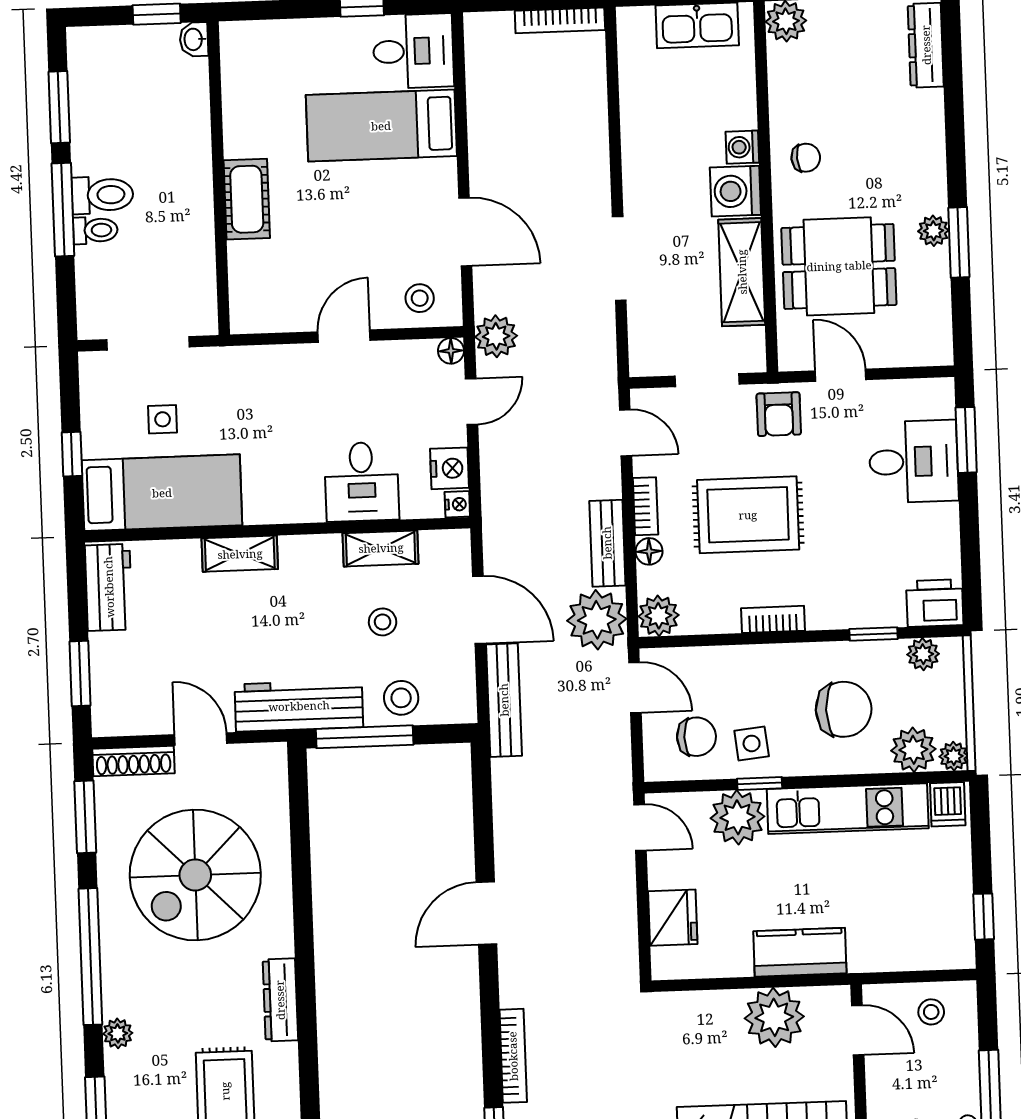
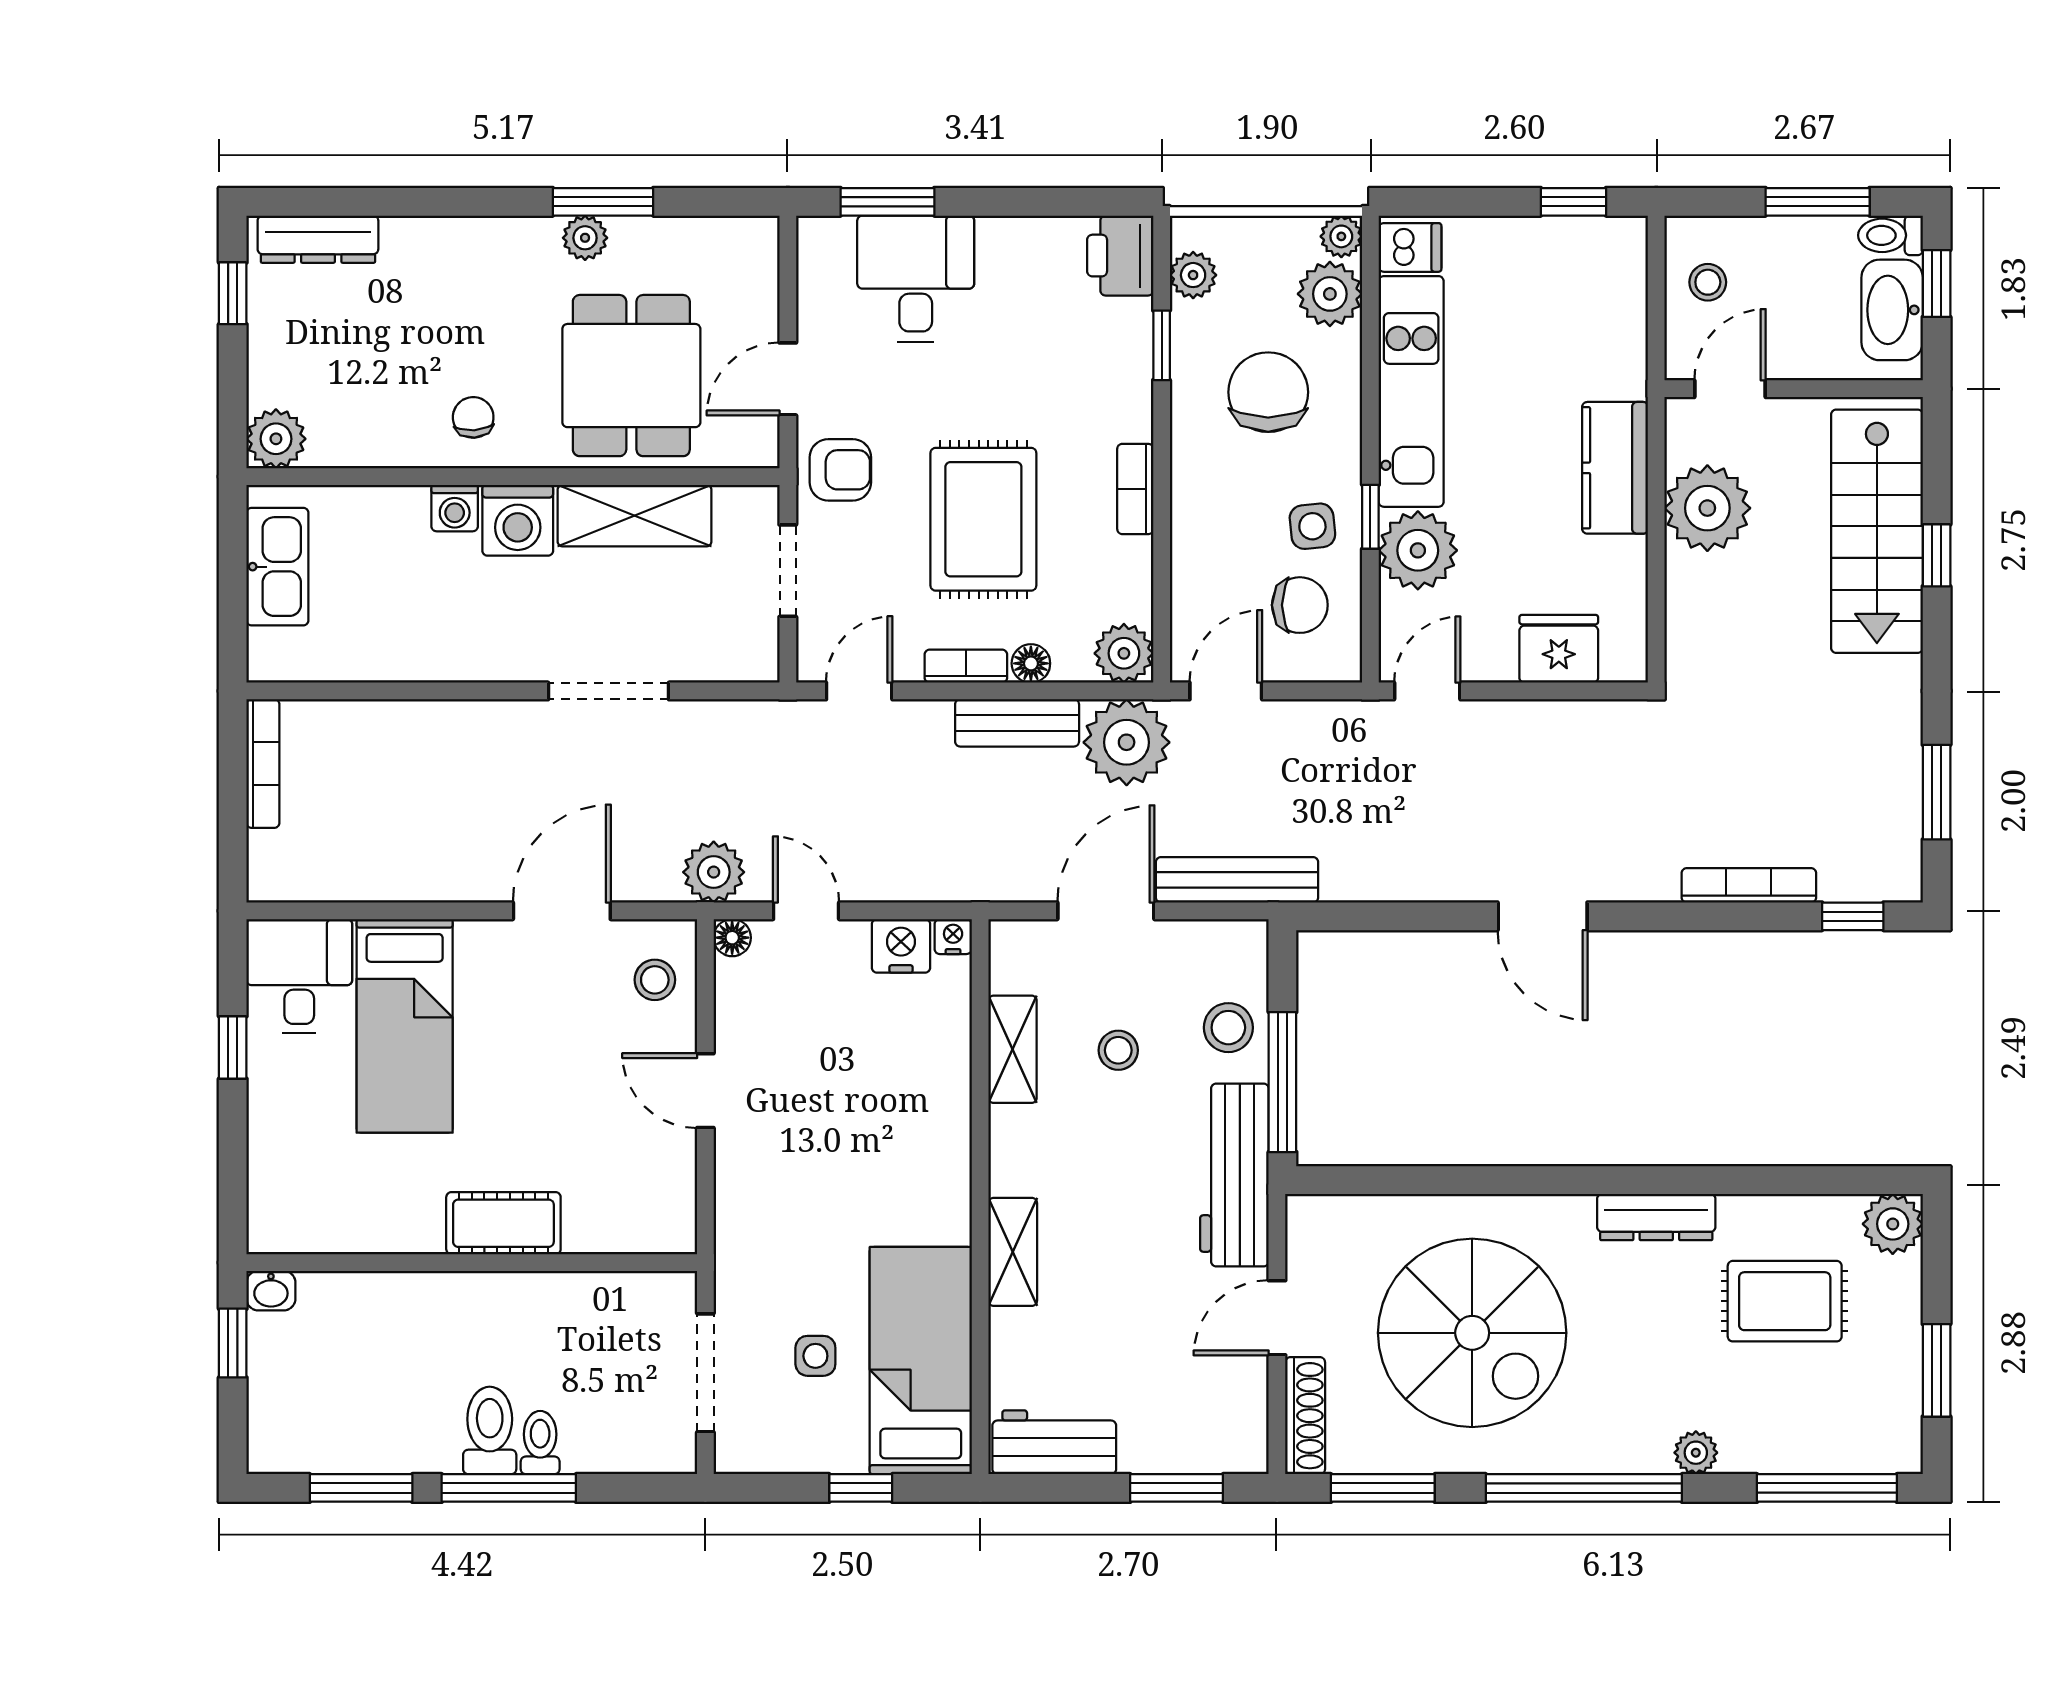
desk: (362, 482) -> (916, 1073), removed
chair: (696, 737) -> (1300, 605), turned 90

